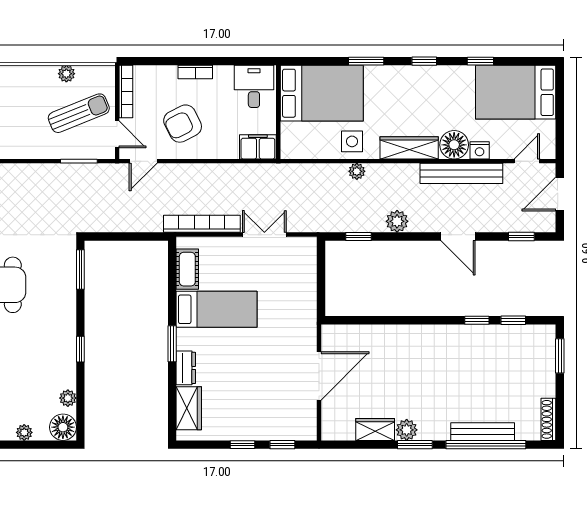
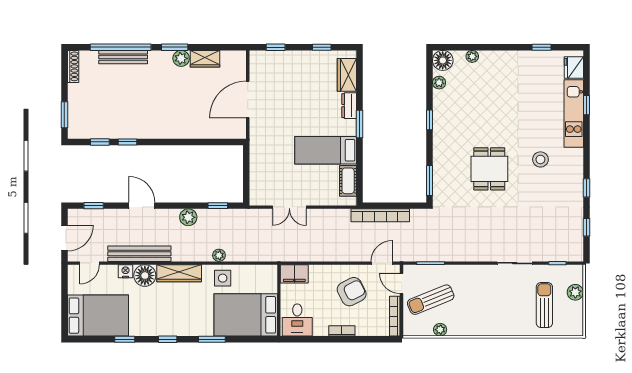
bookcase: (202, 224) -> (380, 215), moved
window: (242, 445) -> (322, 47), moved

